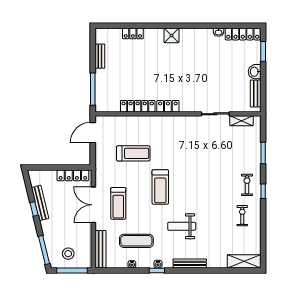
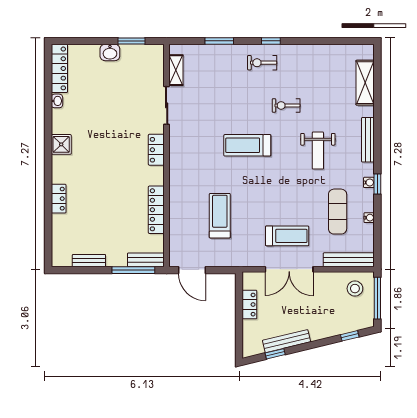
locker: (133, 33) -> (59, 199), moved
shower: (171, 35) -> (61, 144), moved
window: (263, 51) -> (131, 41), moved
bench: (256, 94) -> (146, 260), moved
locker: (168, 106) -> (156, 150), moved
locker: (73, 175) -> (249, 305), width x0.66
treadmill: (160, 187) -> (247, 145), moved, turned 180
window: (34, 209) -> (275, 354), moved
exercise bike: (242, 216) -> (286, 105), moved
window: (44, 250) -> (350, 336), width x0.46
stool: (68, 254) -> (355, 289), moved
shelving: (244, 261) -> (365, 83), moved

